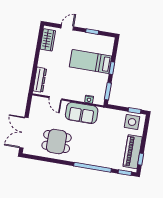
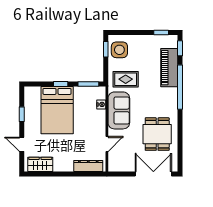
bed: (91, 62) -> (57, 110), width x1.50
rug: (107, 123) -> (126, 79), added
double door: (24, 133) -> (153, 174), swing flipped
piano: (133, 152) -> (169, 68), moved, turned 90

